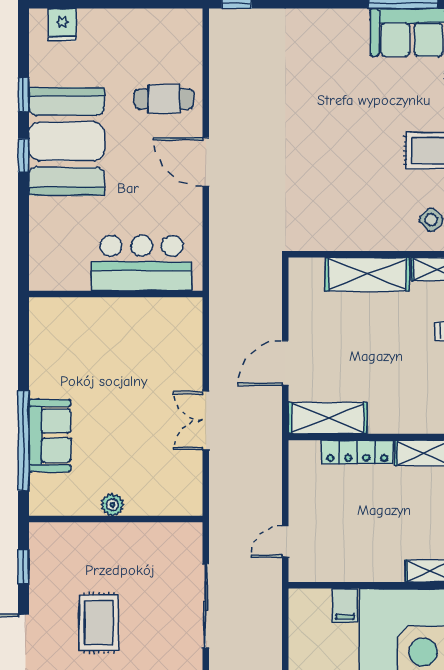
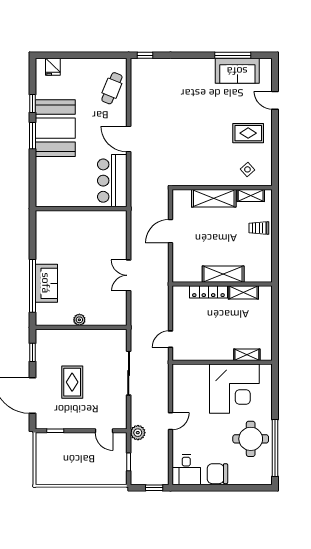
cafe table: (164, 99) -> (112, 88), moved, turned -68
window: (24, 156) -> (32, 136), width x1.50
bar counter: (142, 263) -> (112, 181), moved, turned -90
door: (285, 363) -> (170, 231), moved
shelving: (328, 418) -> (223, 274), moved
filing cabinet: (345, 605) -> (202, 373), removed

